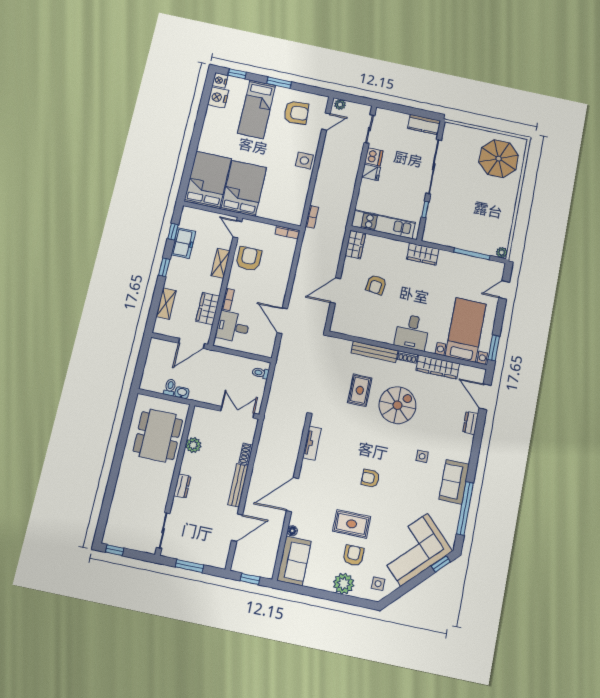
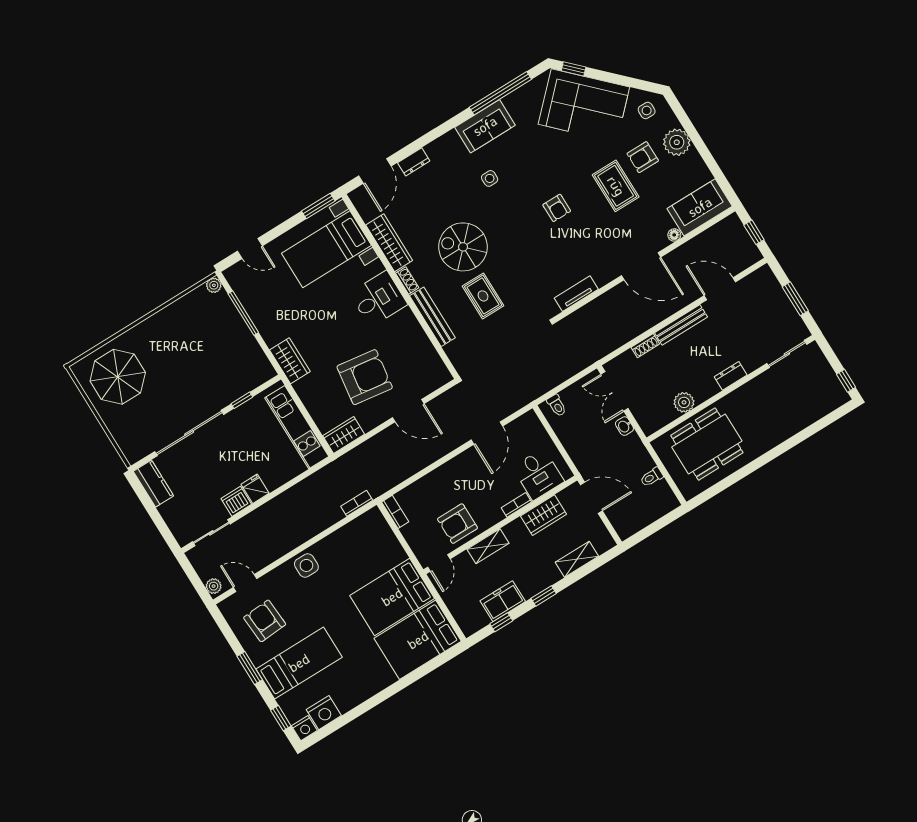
armchair: (376, 285) -> (365, 377), width x1.88, depth x1.88
rug: (360, 390) -> (483, 296), turned 90
washbasin: (182, 393) -> (624, 426), moved

